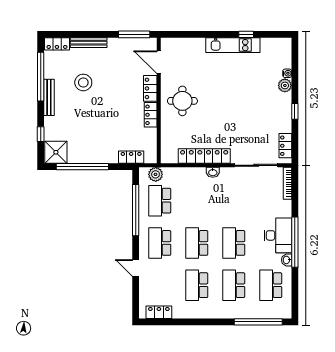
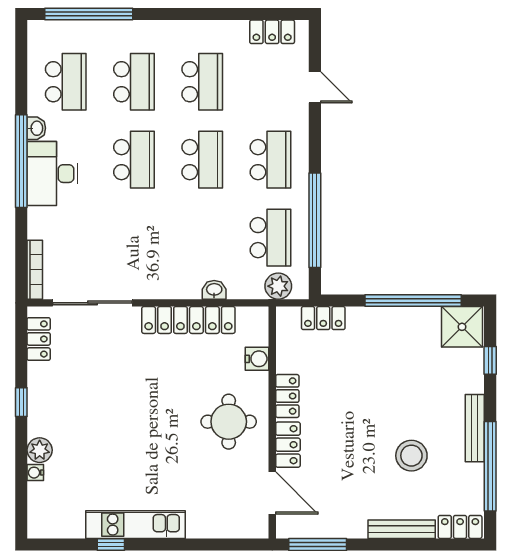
water cooler: (167, 135) -> (257, 359), added
washbasin: (213, 172) -> (214, 290), moved
door: (136, 268) -> (315, 87), moved

